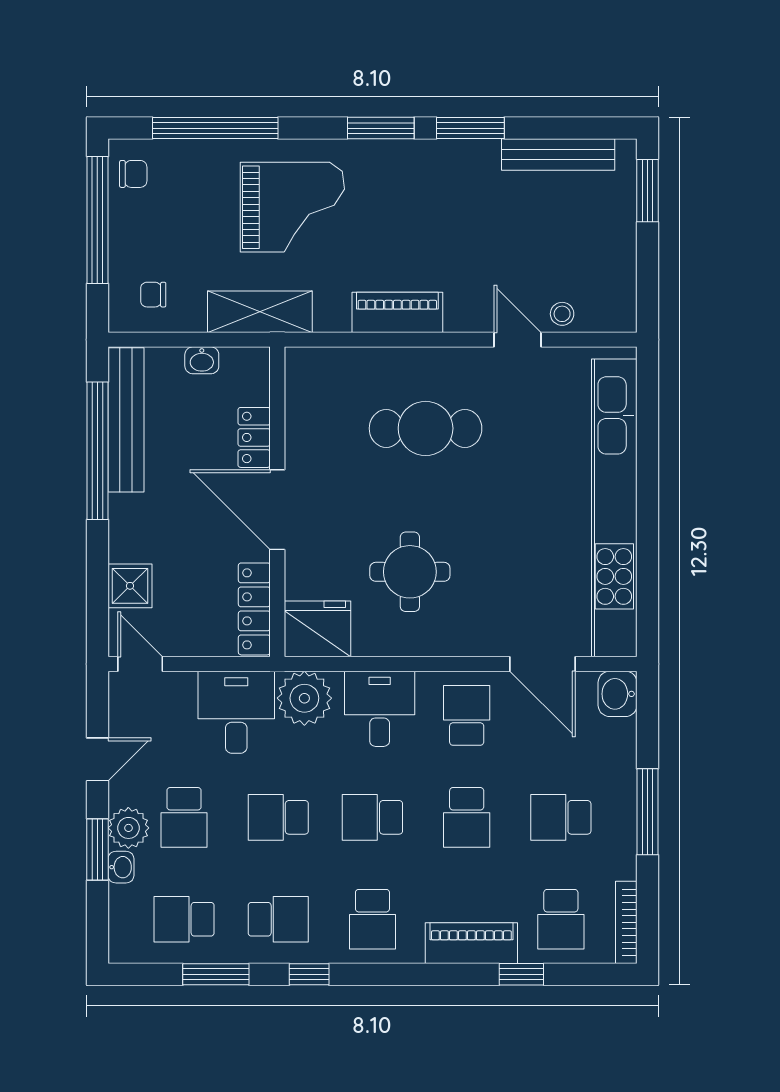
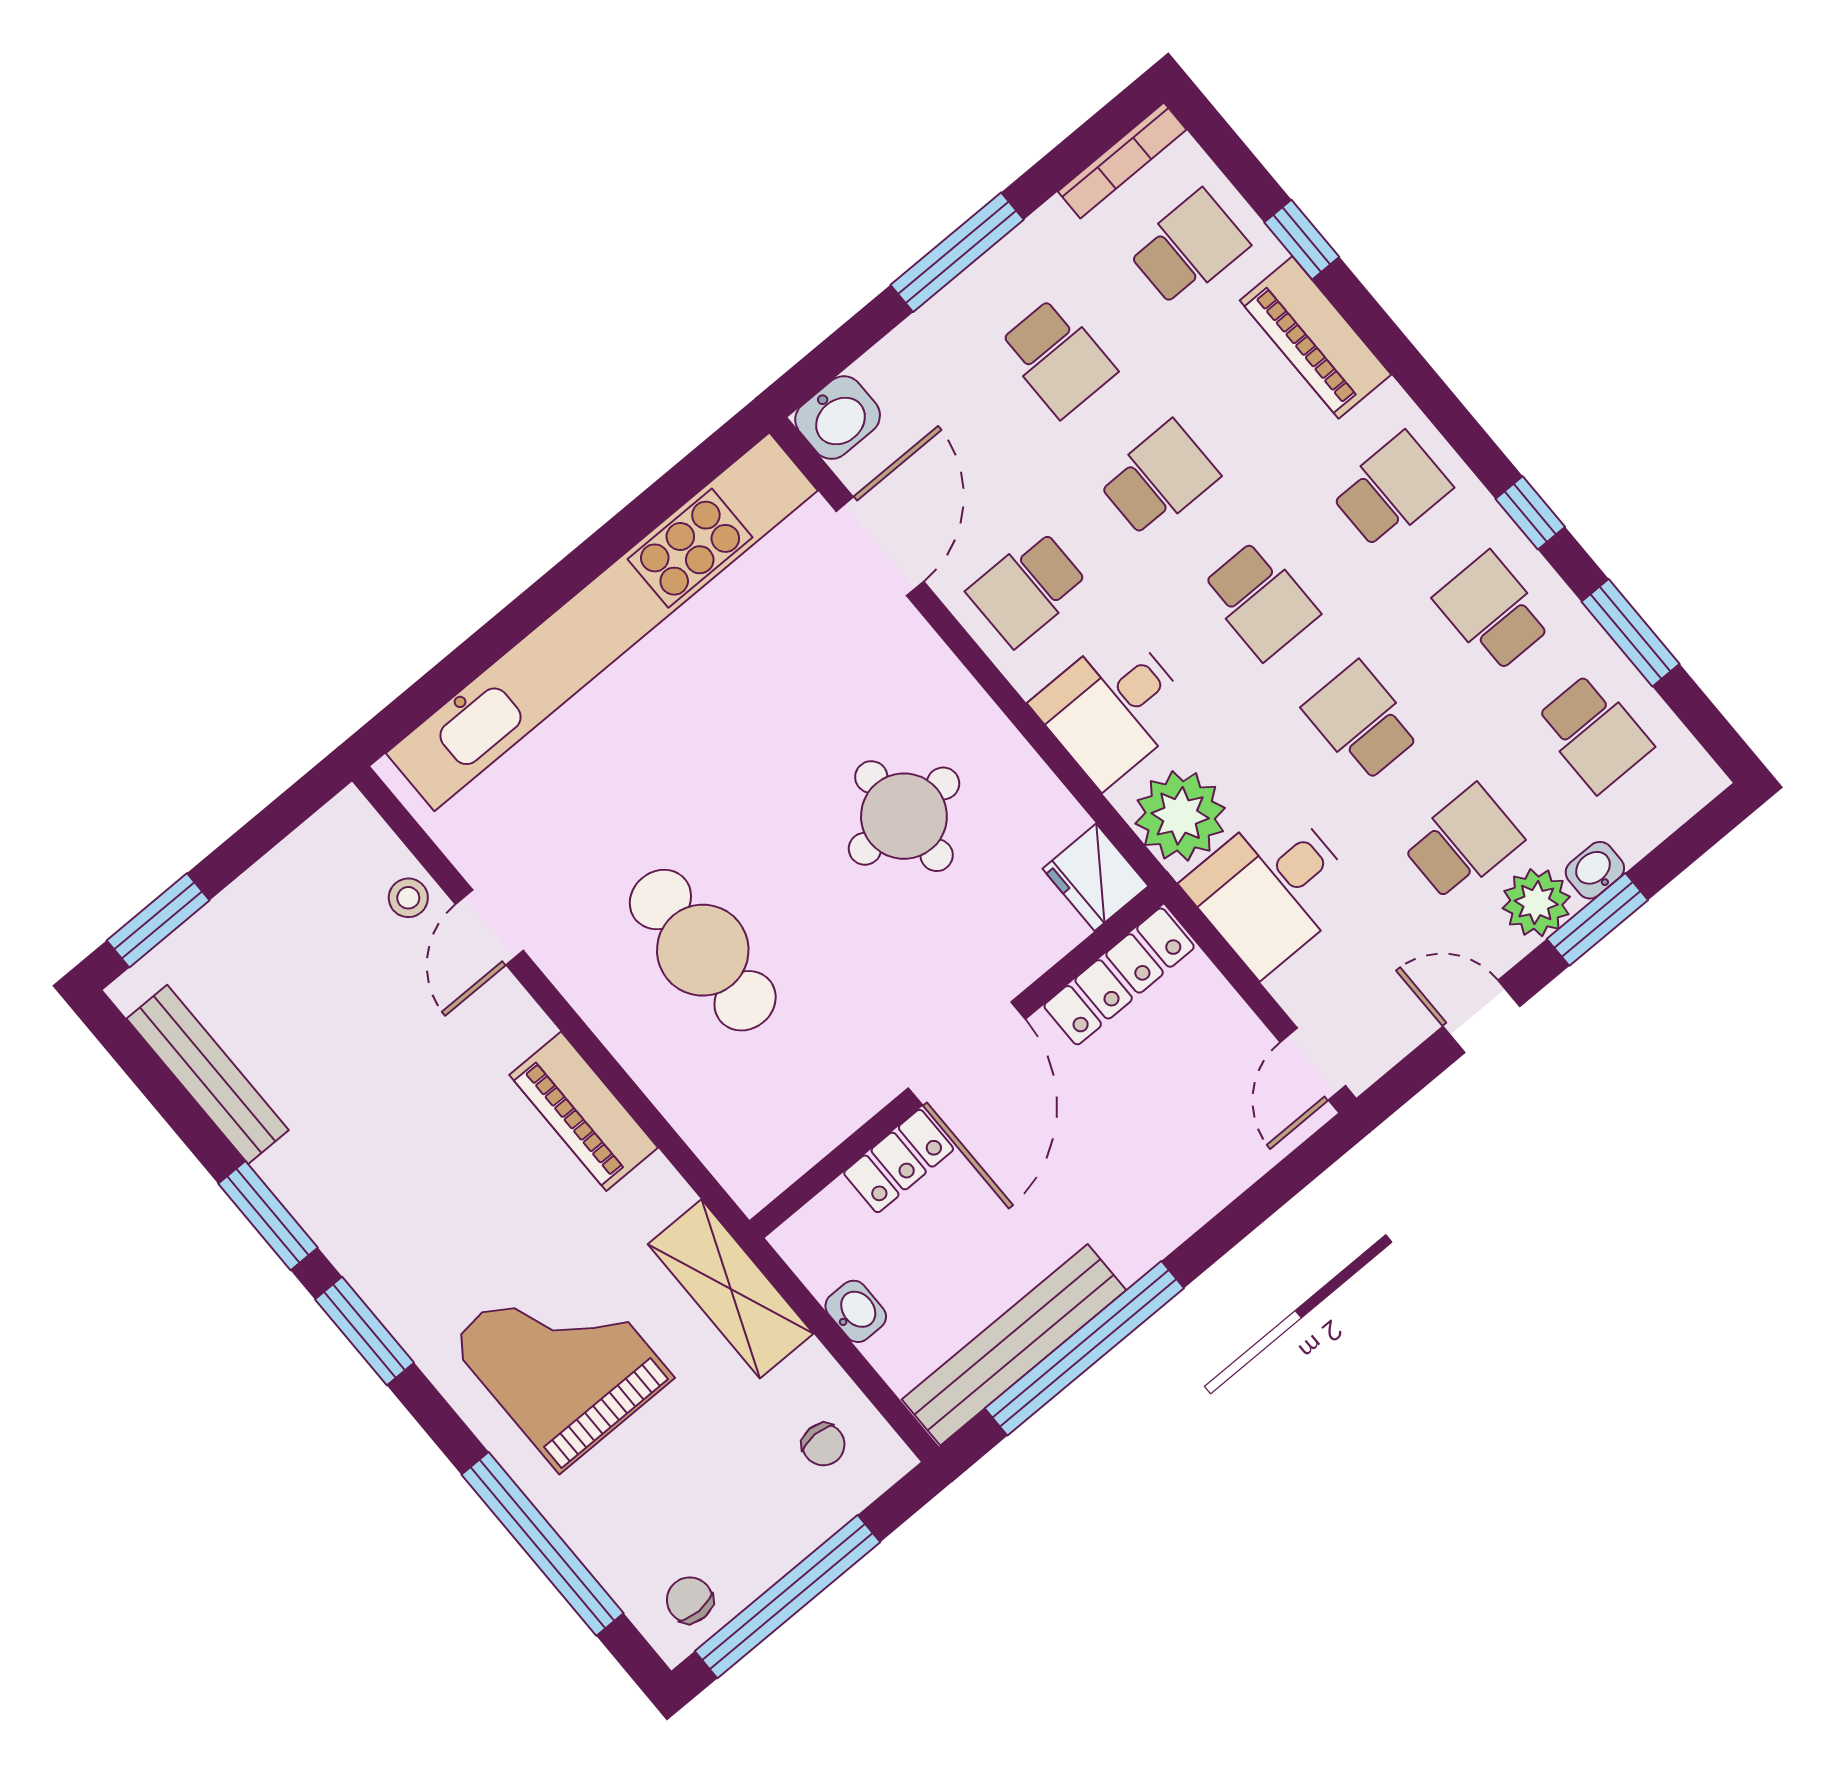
shower: (130, 586) -> (1223, 1161), removed
fridge: (317, 629) -> (1095, 877), width x0.73, depth x0.75
school desk: (278, 817) -> (1362, 721), turned 180

